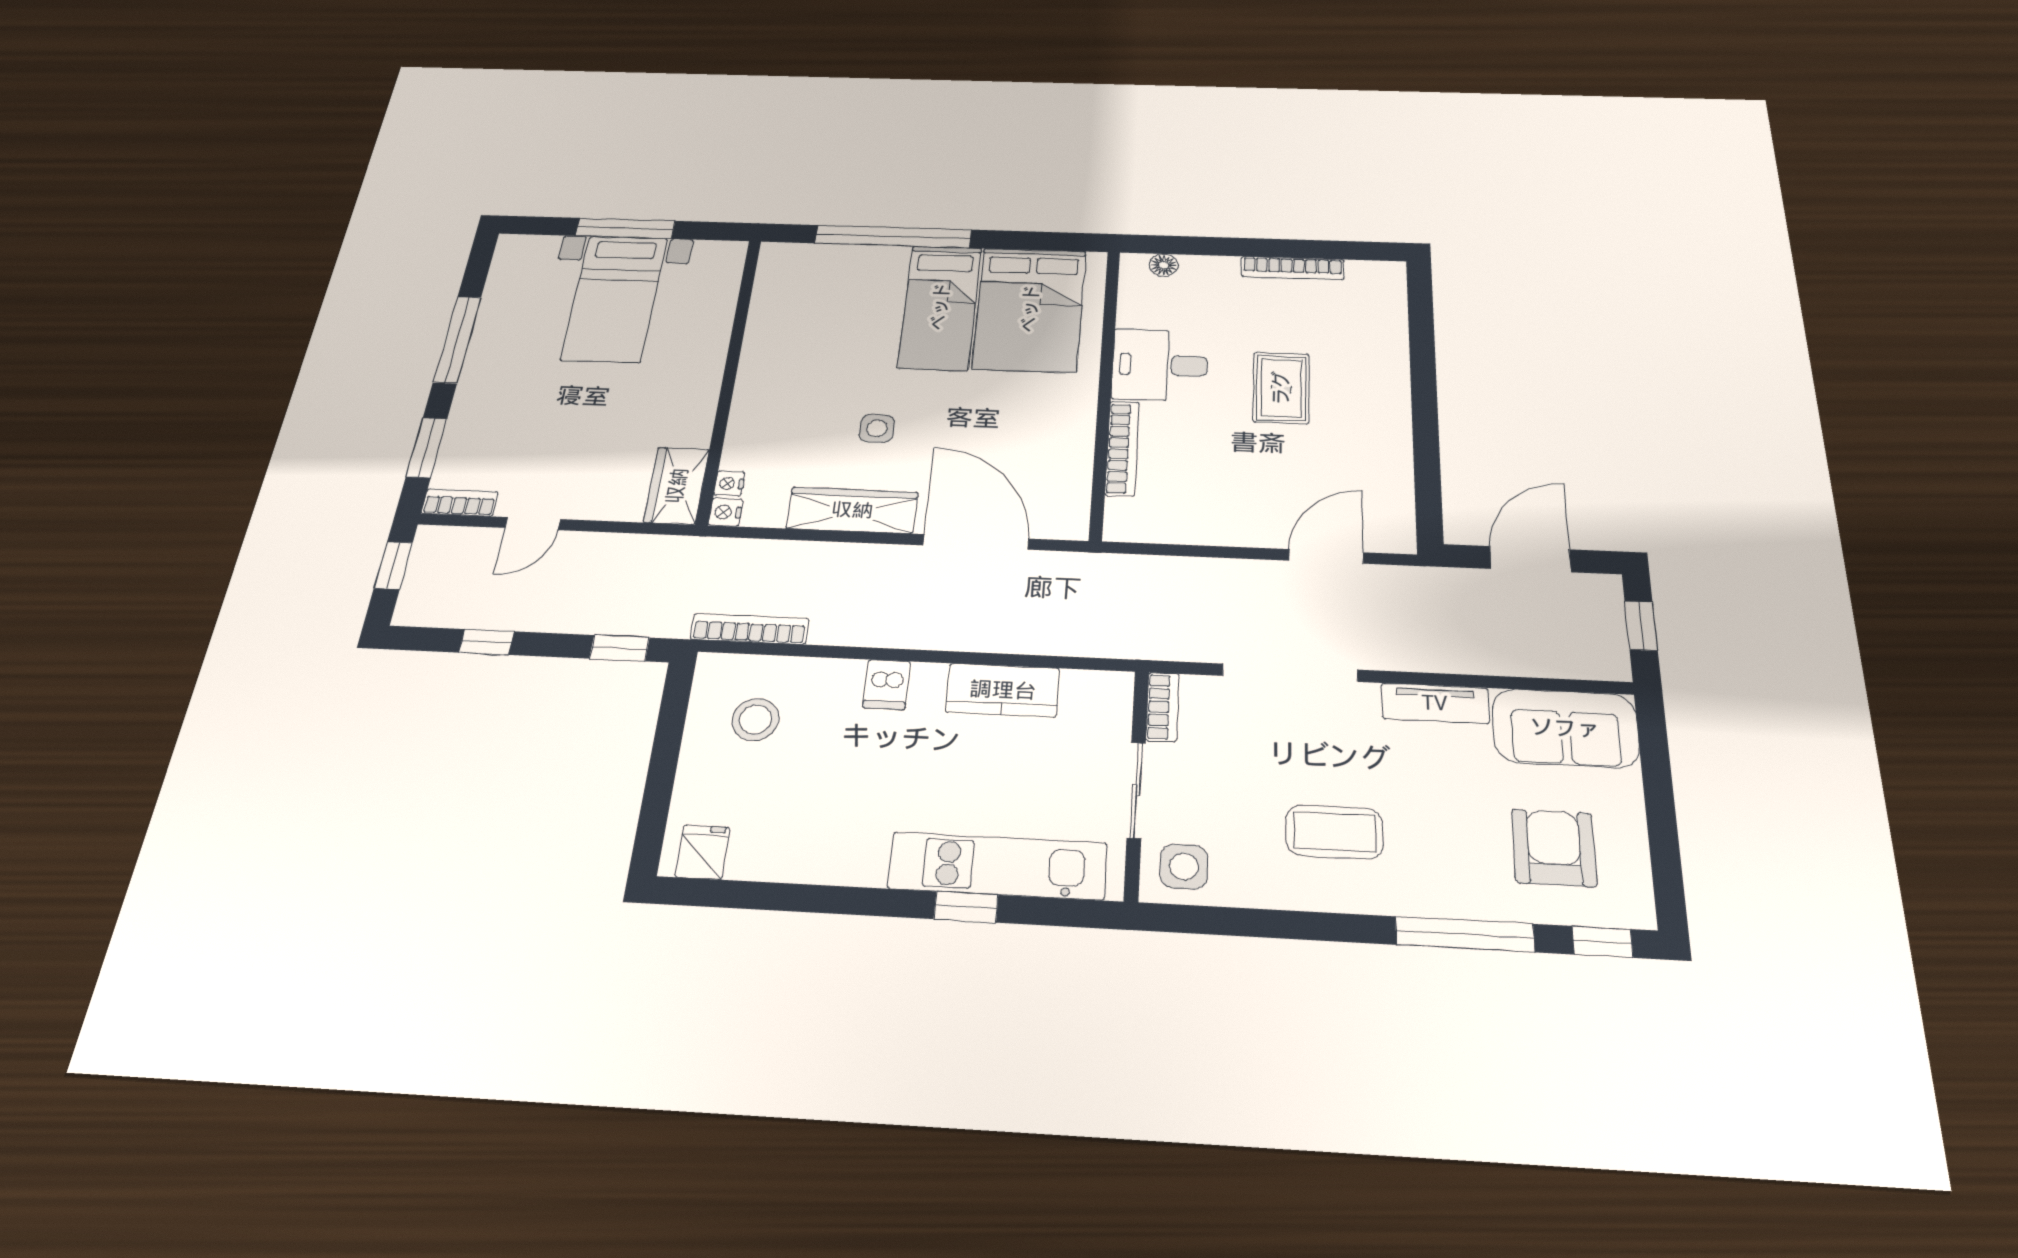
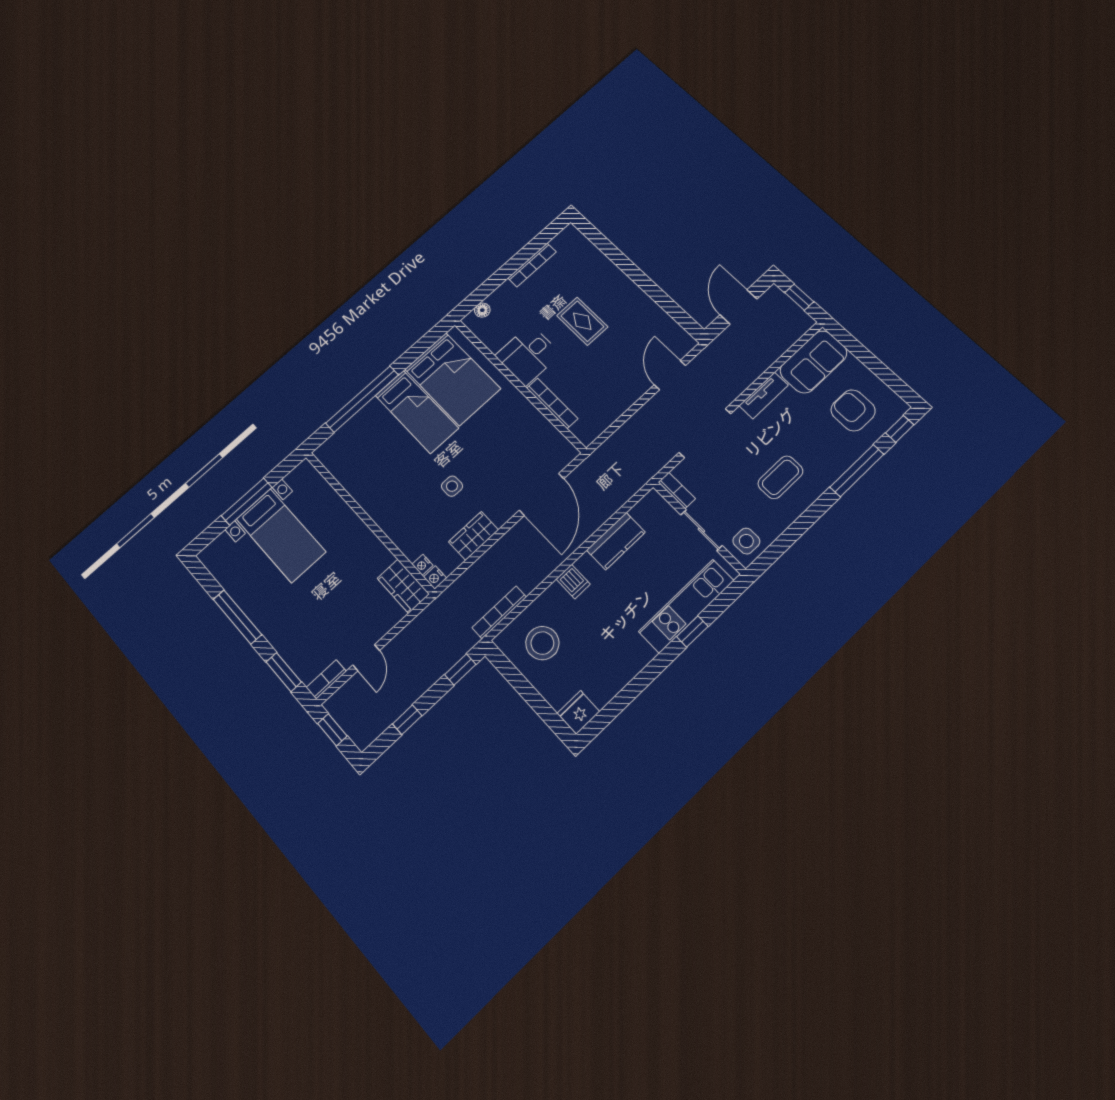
wardrobe: (852, 510) -> (474, 536), width x0.67
door: (976, 542) -> (542, 494), swing flipped
stool: (756, 719) -> (542, 643), width x1.38, depth x1.38
fridge: (702, 852) -> (578, 712), width x1.38

